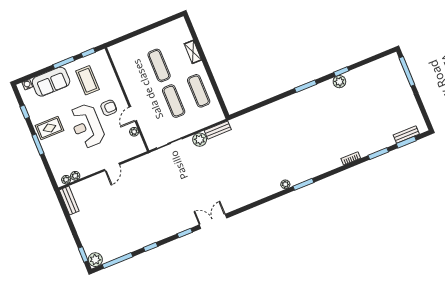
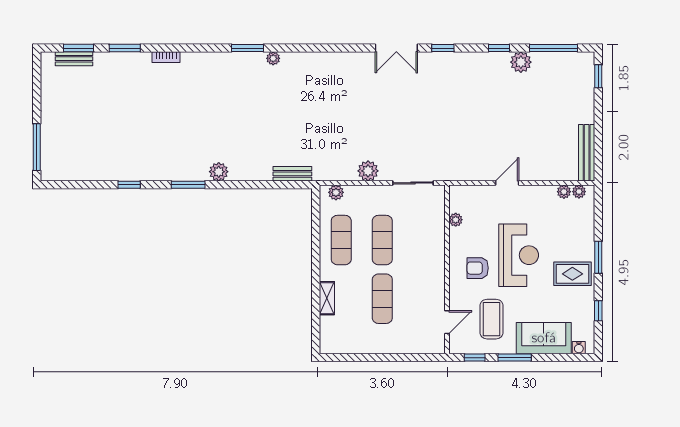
plant: (339, 82) -> (219, 172), moved
door: (133, 114) -> (447, 322), moved
plant: (214, 118) -> (336, 192), added
bench: (218, 130) -> (292, 174), moved
bench: (69, 201) -> (587, 153), width x1.36
plant: (95, 260) -> (521, 62), moved

